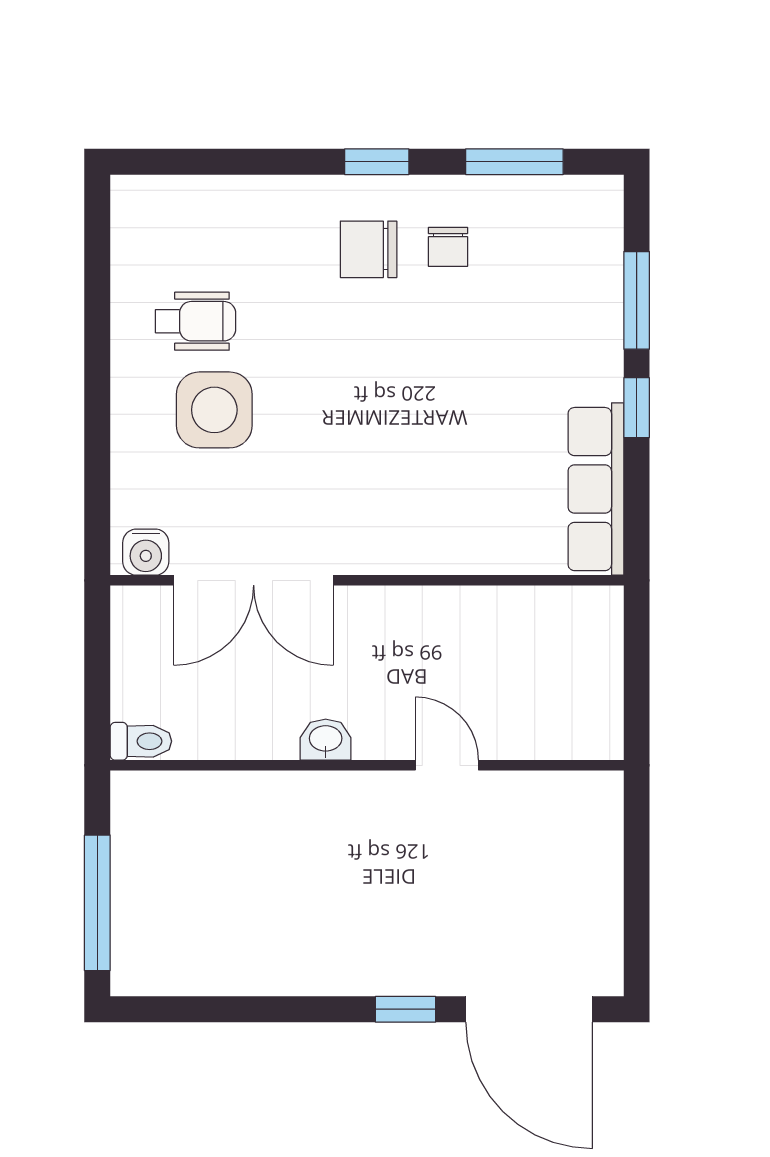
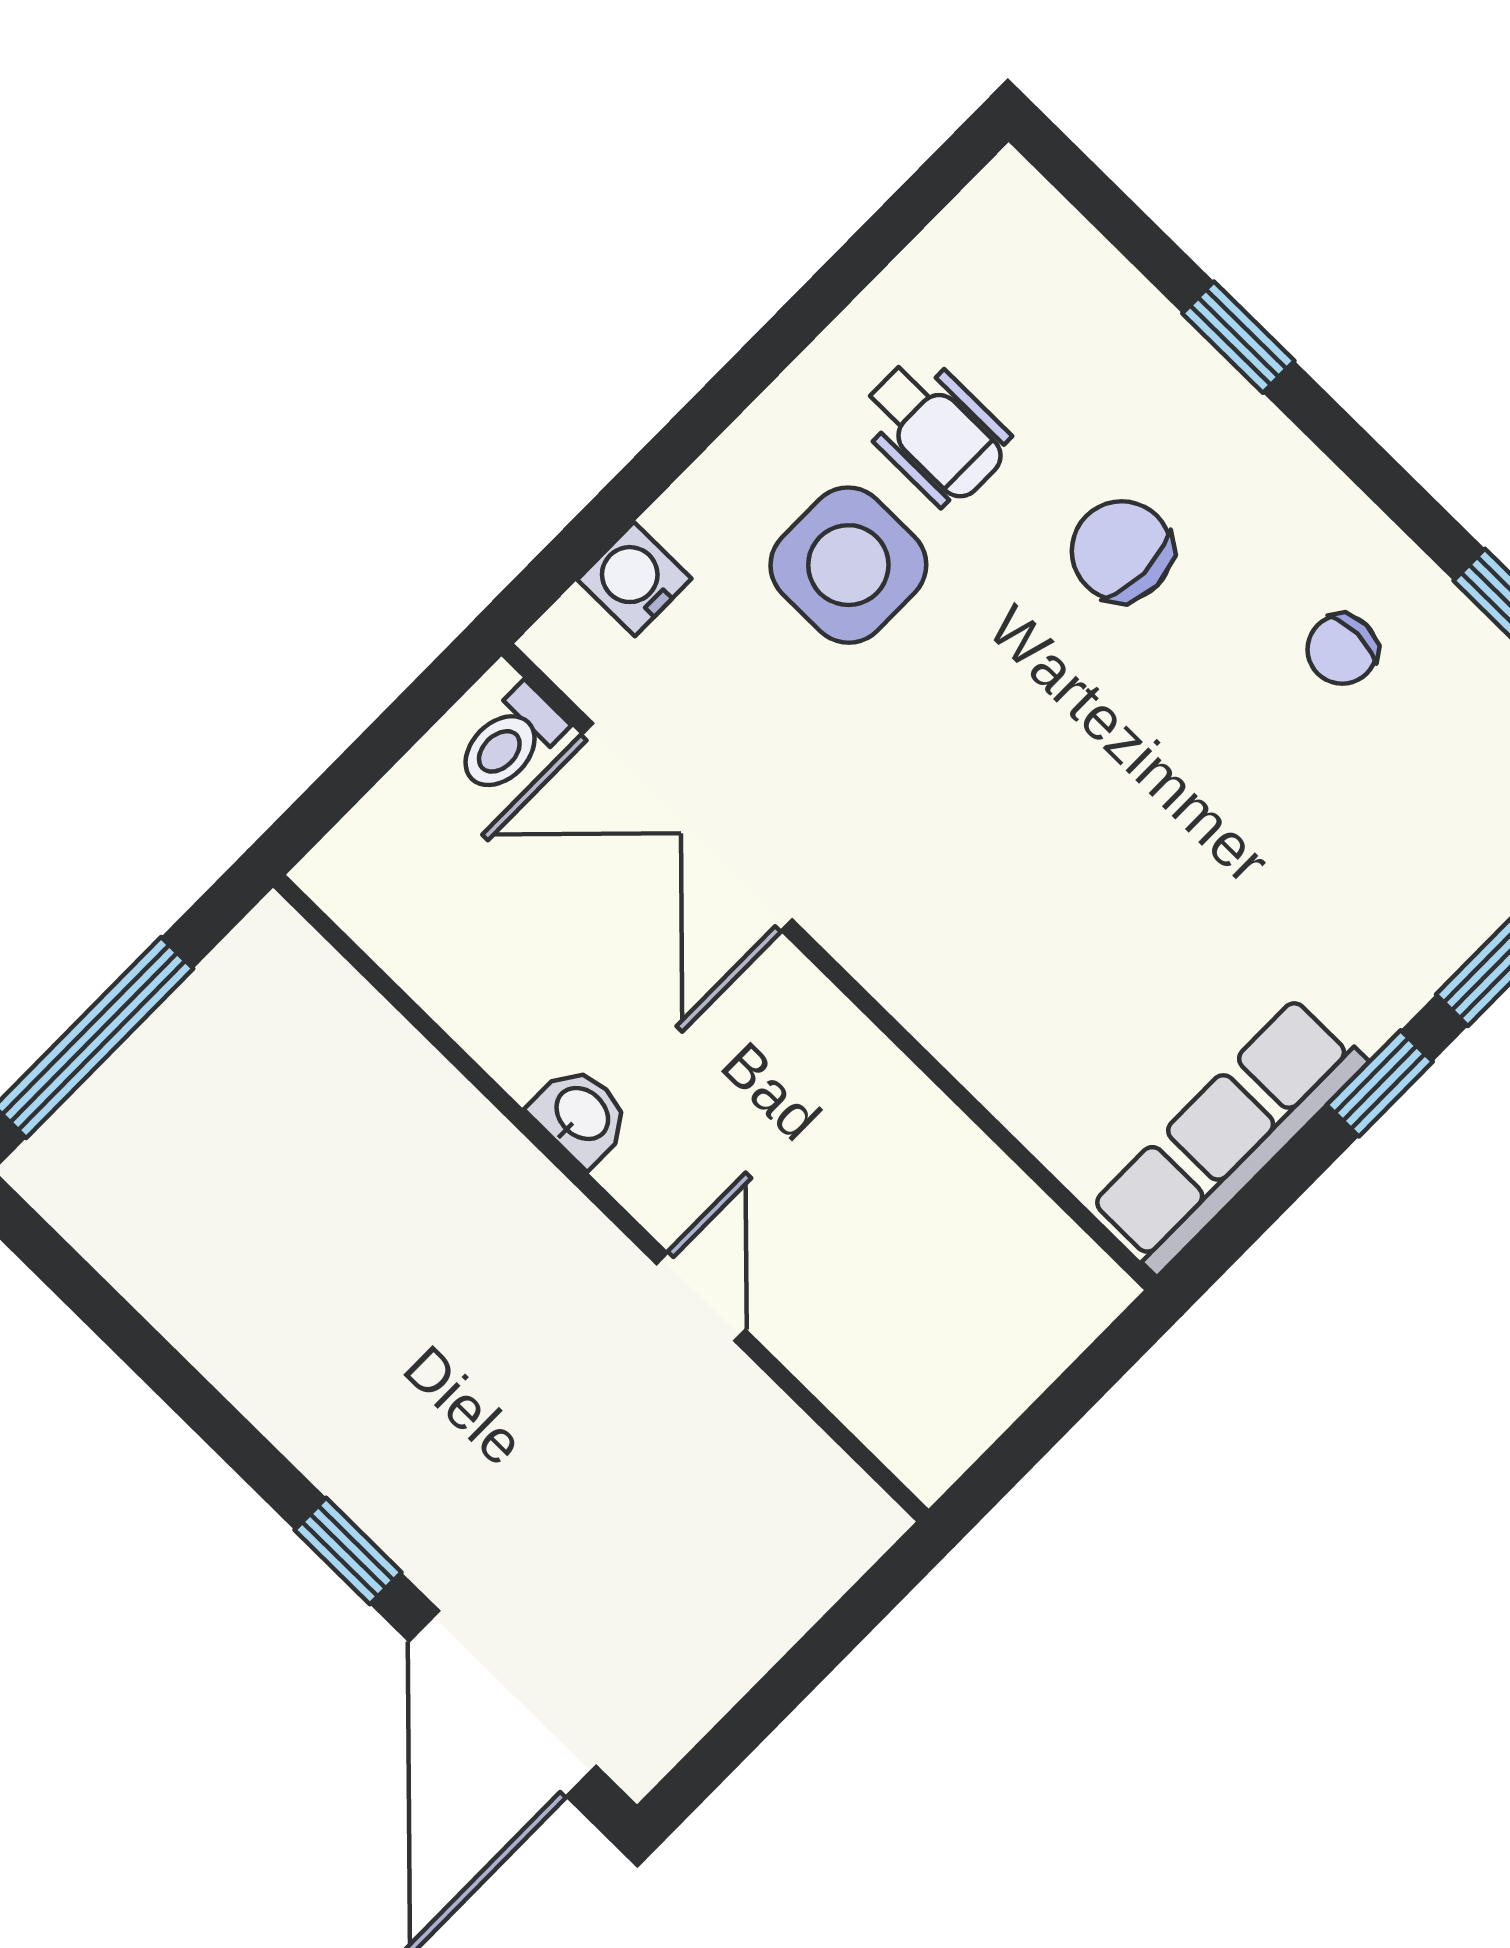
window: (377, 162) -> (1238, 337), moved
chair: (369, 249) -> (1122, 551), moved
water cooler: (146, 552) -> (634, 579), moved, turned 90
toilet: (141, 741) -> (510, 741), moved, turned 90

